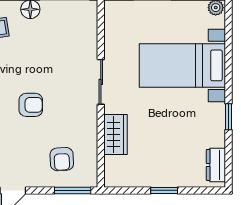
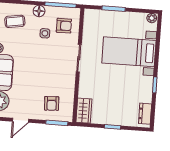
side table: (43, 45) -> (45, 33), added
armchair: (31, 105) -> (64, 26), moved
wardrobe: (116, 134) -> (84, 111), moved

